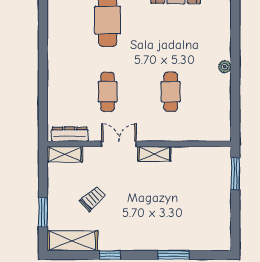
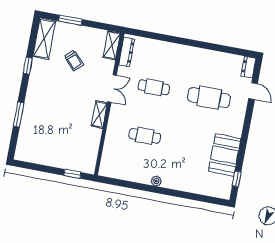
window: (235, 173) -> (72, 174), width x0.67

